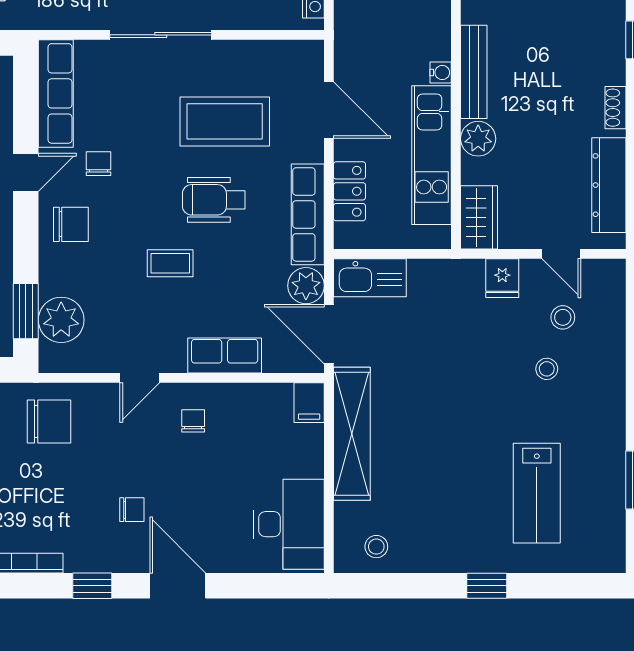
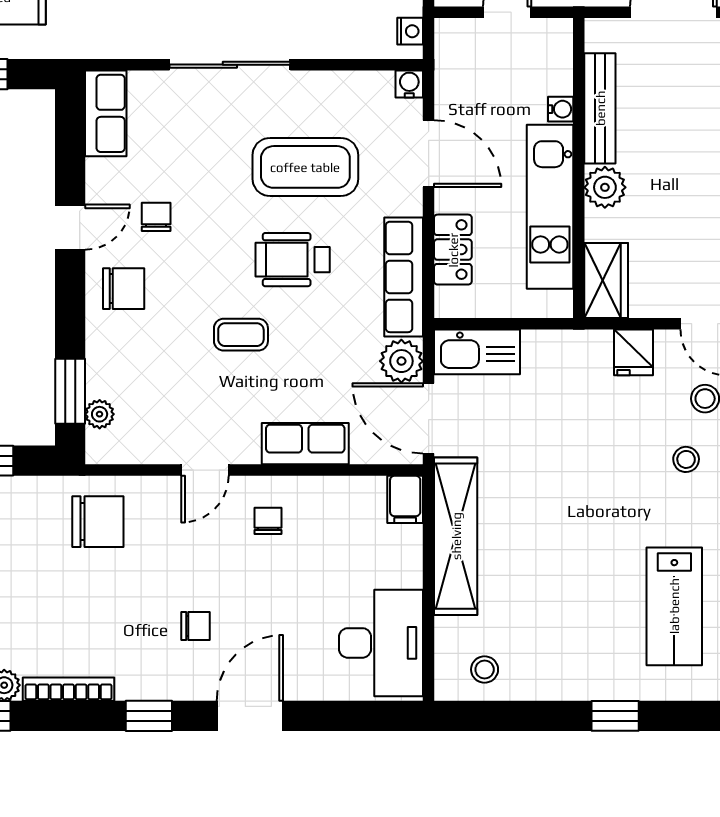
water cooler: (313, 51) -> (409, 84), added
row of seats: (56, 93) -> (106, 113), width x0.68
plant: (61, 320) -> (100, 414), width x0.53, depth x0.53
door: (178, 586) -> (250, 716), hinge flipped

